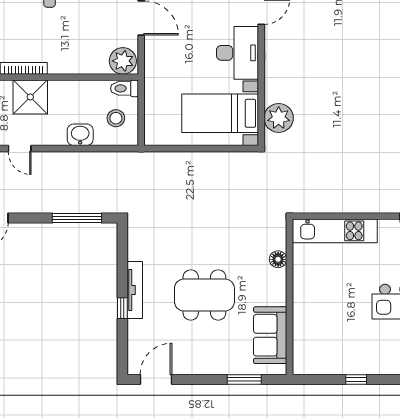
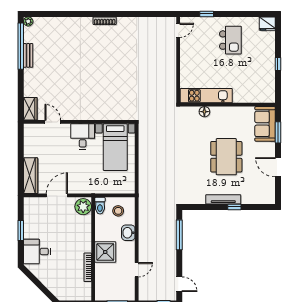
desk: (238, 53) -> (83, 136), width x0.73
shower: (30, 97) -> (105, 252), moved
plant: (279, 118) -> (118, 111), removed
kitchen unit: (335, 231) -> (206, 96), moved, turned -90
sofa: (270, 335) -> (265, 124), moved, turned 90
door: (156, 379) -> (278, 167), moved

